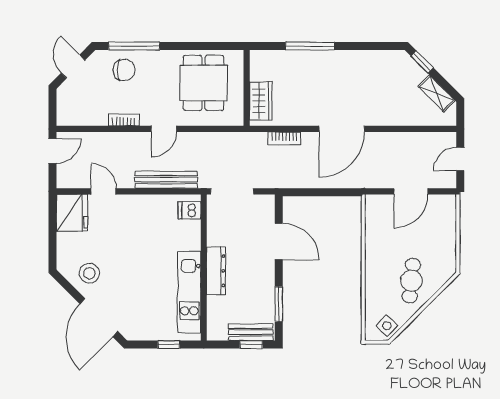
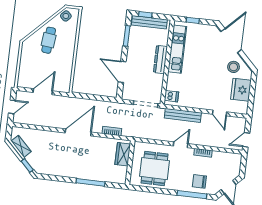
fridge: (72, 213) -> (241, 90), moved
bench: (251, 332) -> (149, 22), width x1.36

